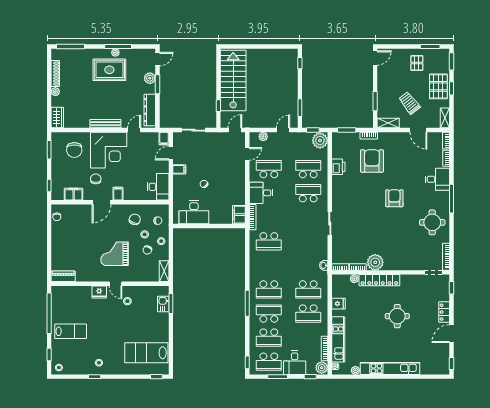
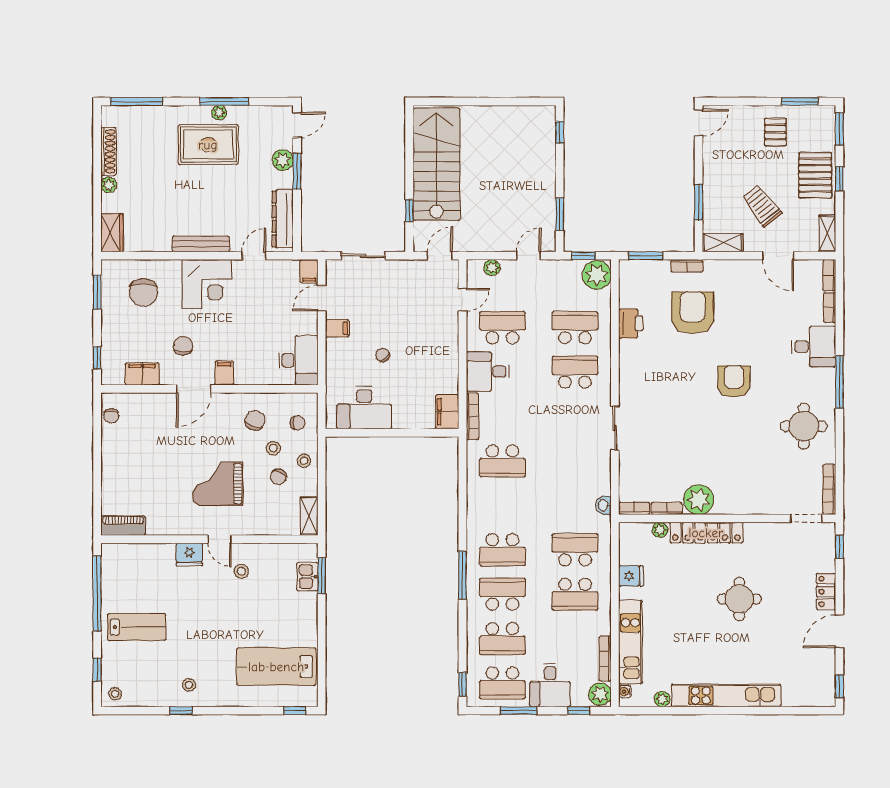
corner desk: (109, 150) -> (207, 284), width x0.74, depth x0.74
school desk: (308, 289) -> (575, 550), turned 180

